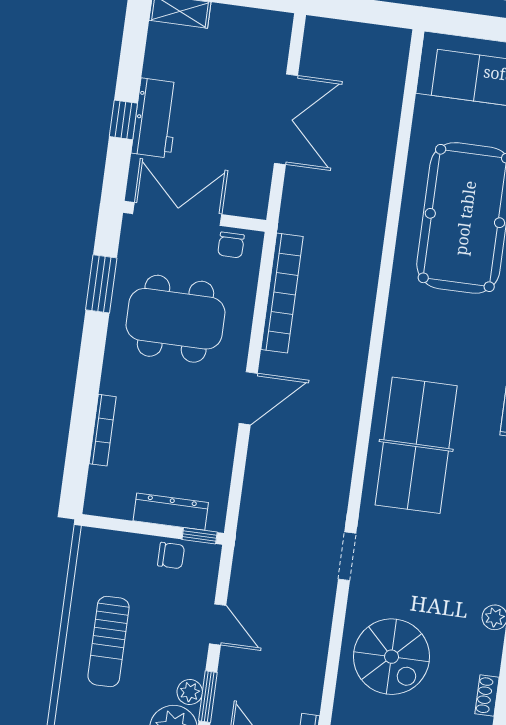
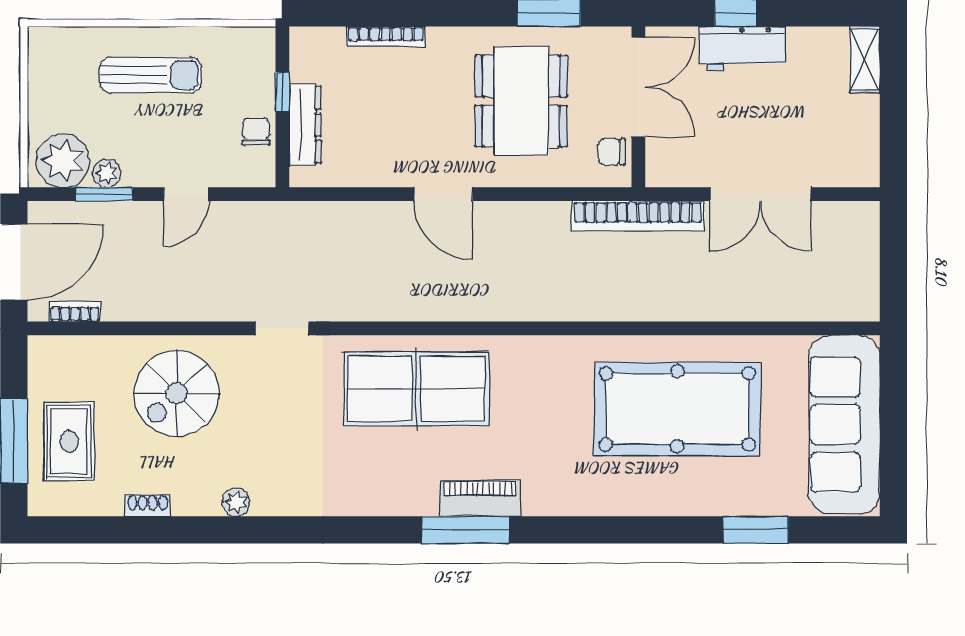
bookcase: (282, 293) -> (638, 216), moved
window: (200, 536) -> (282, 92), moved
chair: (171, 556) -> (256, 132), turned 180
sun lounger: (109, 642) -> (151, 75), turned 180

